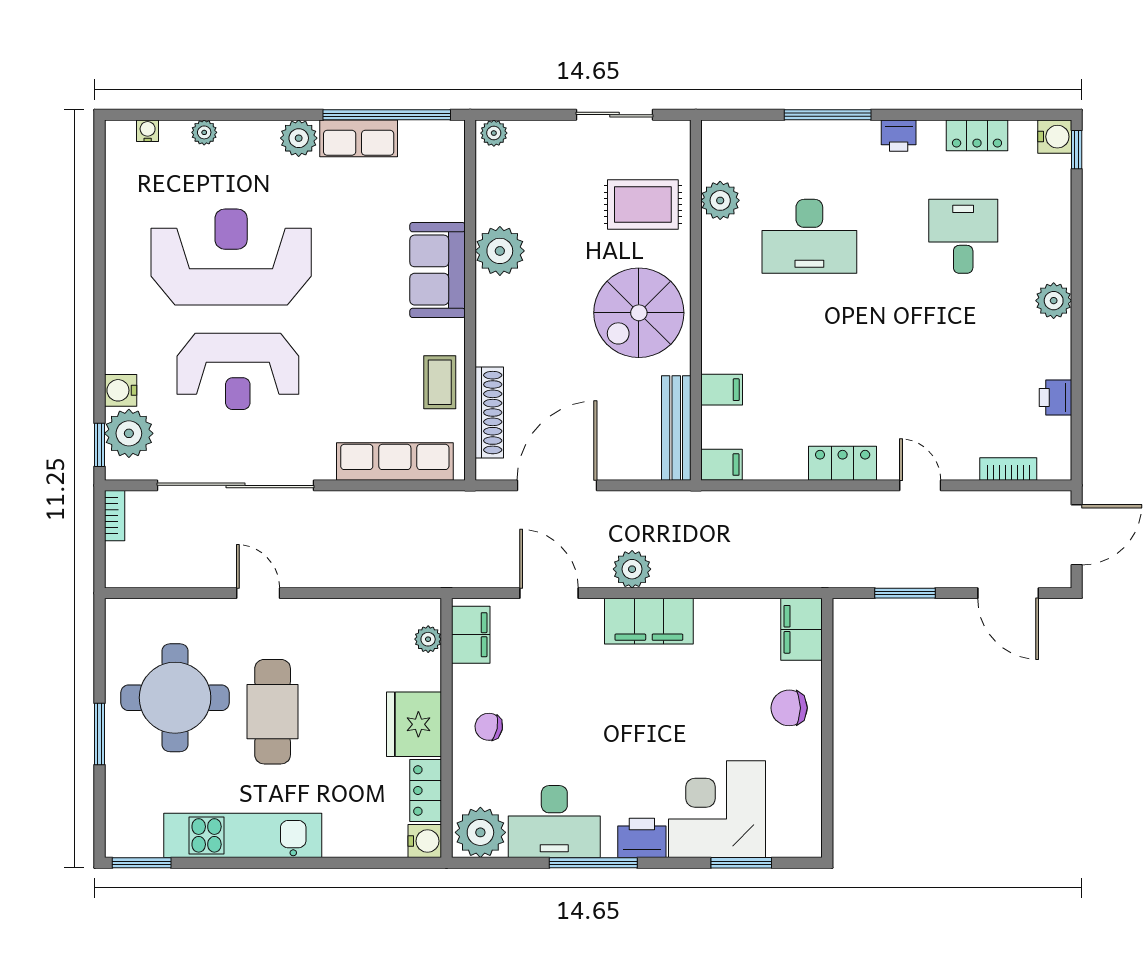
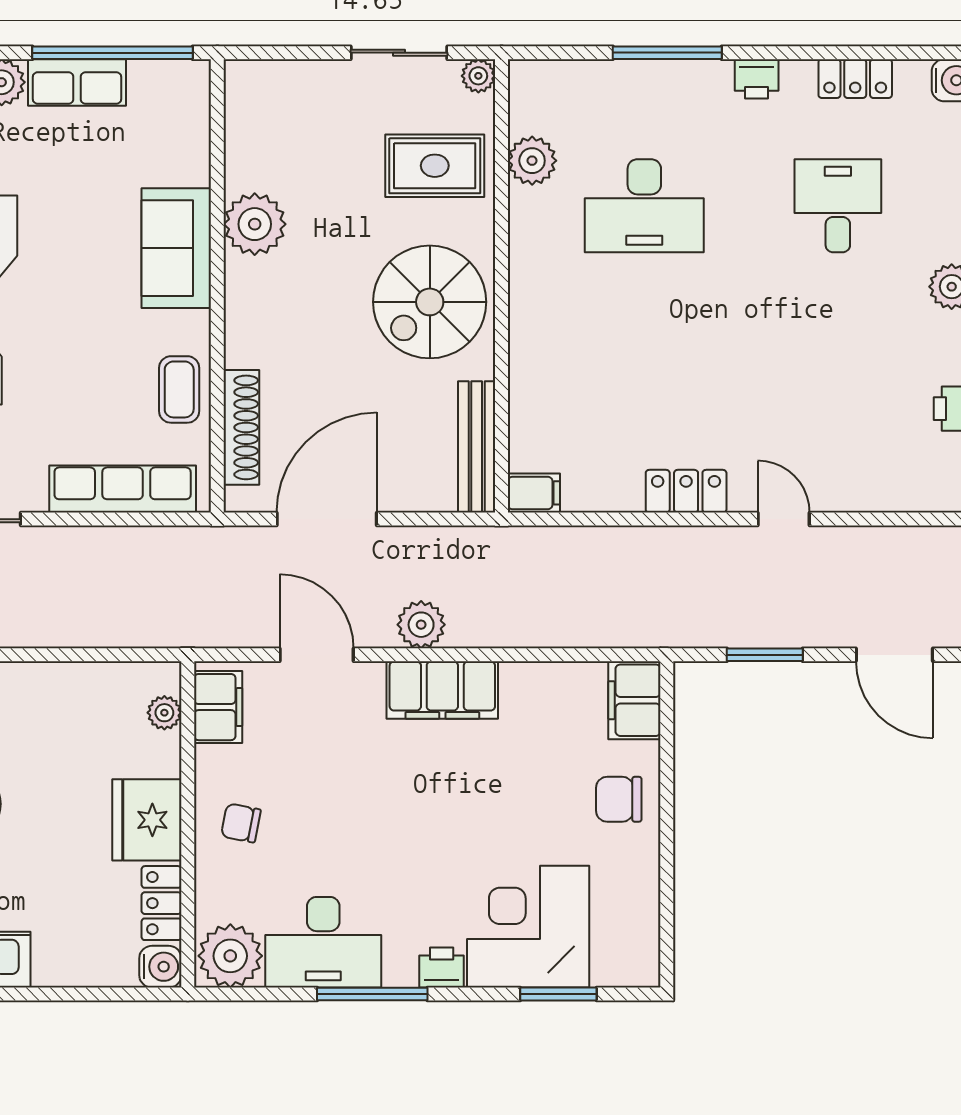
plant: (494, 133) -> (478, 76), moved
filing cabinet: (722, 390) -> (534, 399), removed
bookcase: (1008, 469) -> (895, 498), removed
printer: (642, 838) -> (442, 968), width x0.73, depth x0.81

